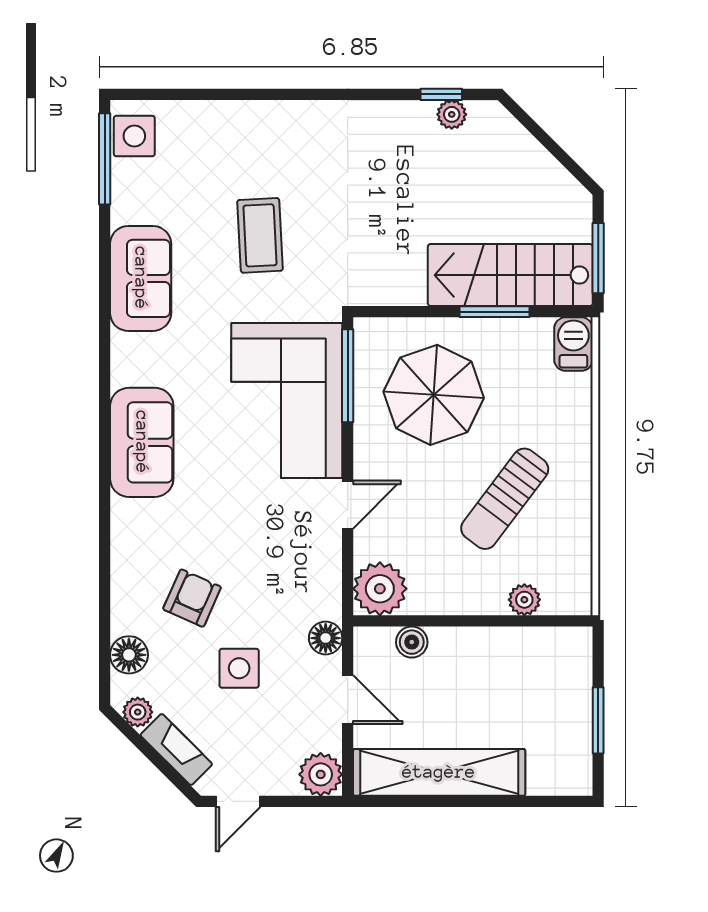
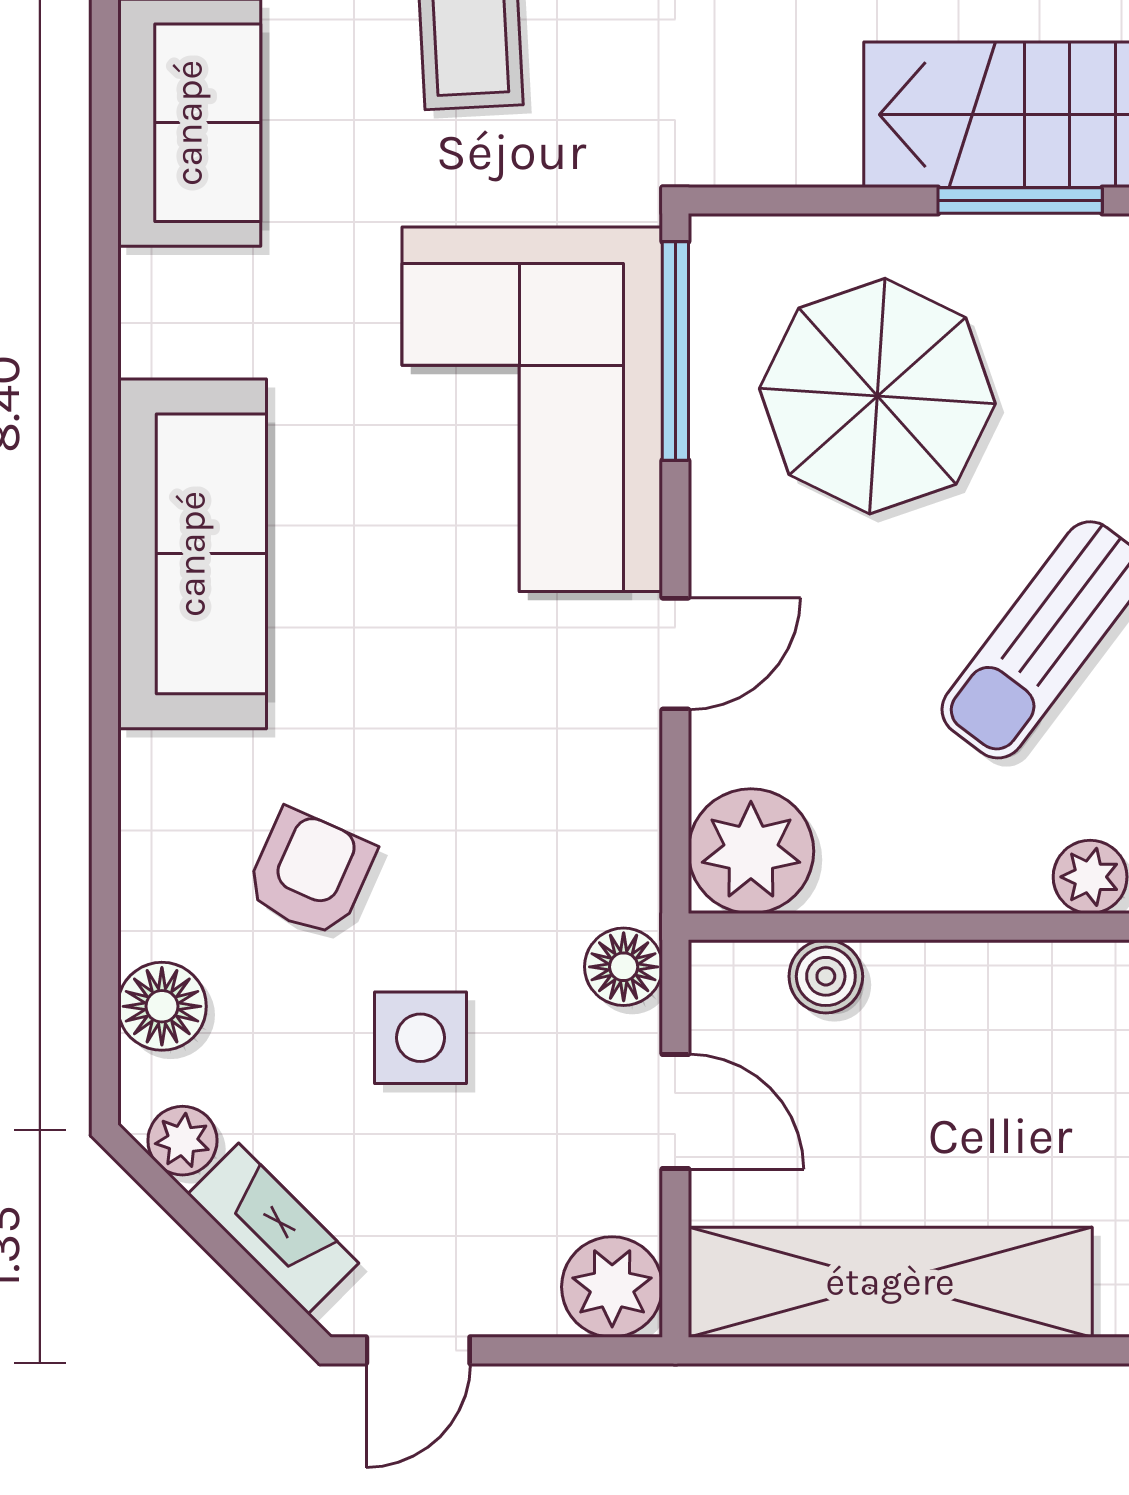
sofa: (142, 442) -> (192, 554), width x1.36

